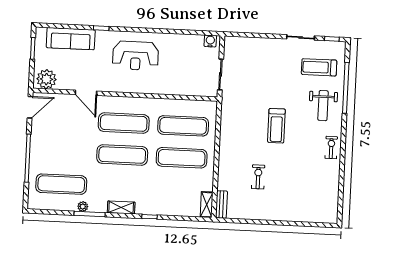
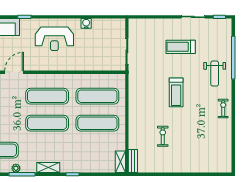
water cooler: (210, 41) -> (86, 23), moved
treadmill: (319, 67) -> (181, 47), moved
door: (86, 93) -> (14, 72), swing flipped

